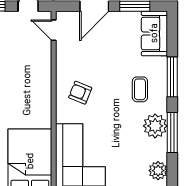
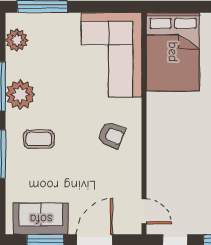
sofa: (154, 33) -> (41, 219), moved, turned -90
coffee table: (140, 89) -> (39, 139), turned 90

